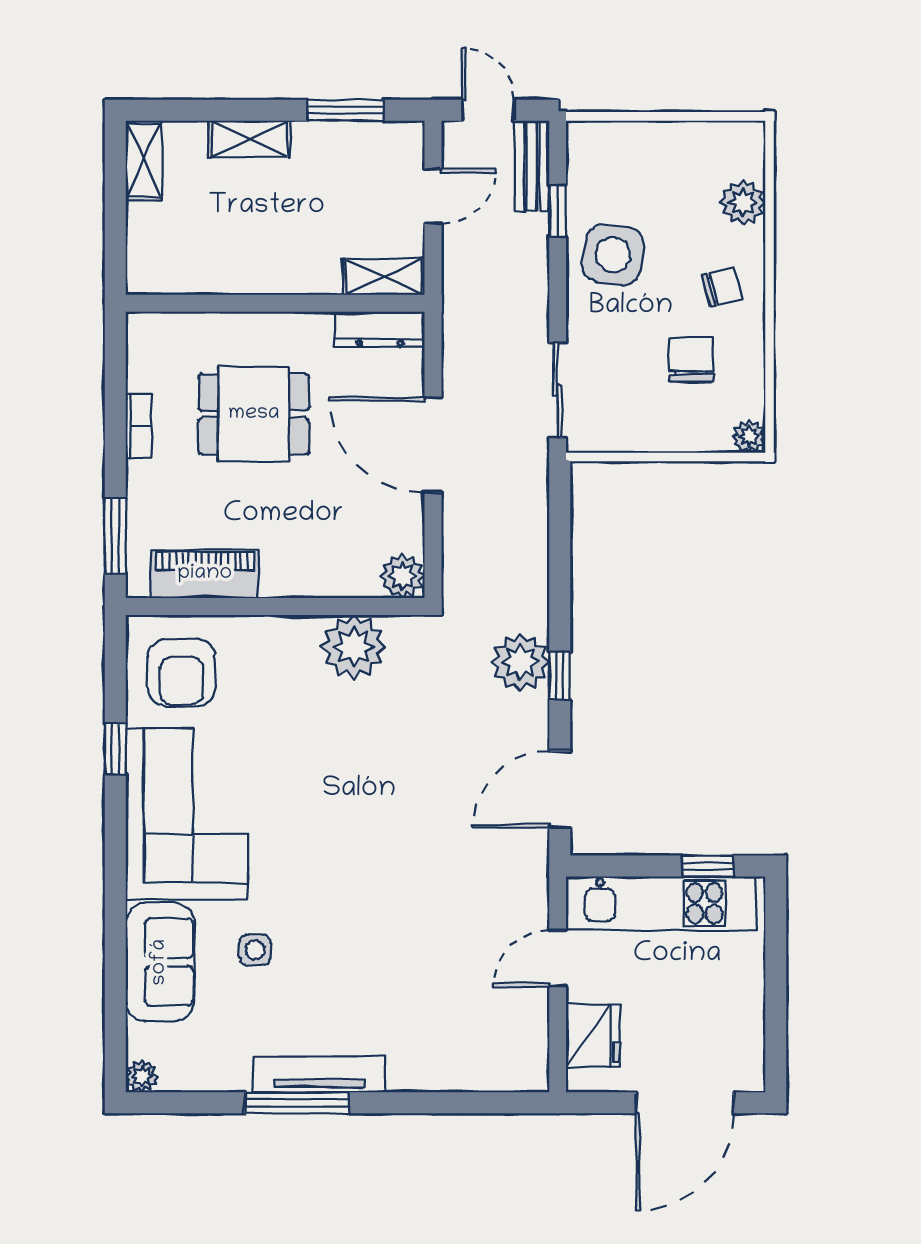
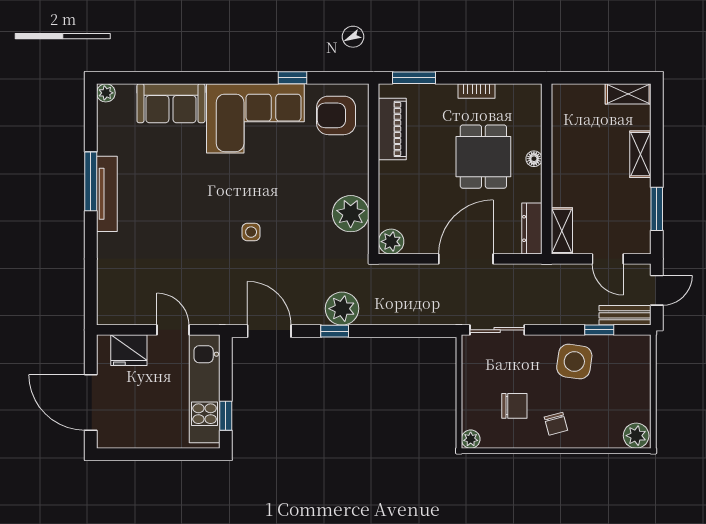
plant: (743, 202) -> (636, 436), moved
floor lamp: (257, 326) -> (534, 159), added
side table: (255, 950) -> (251, 232), moved

